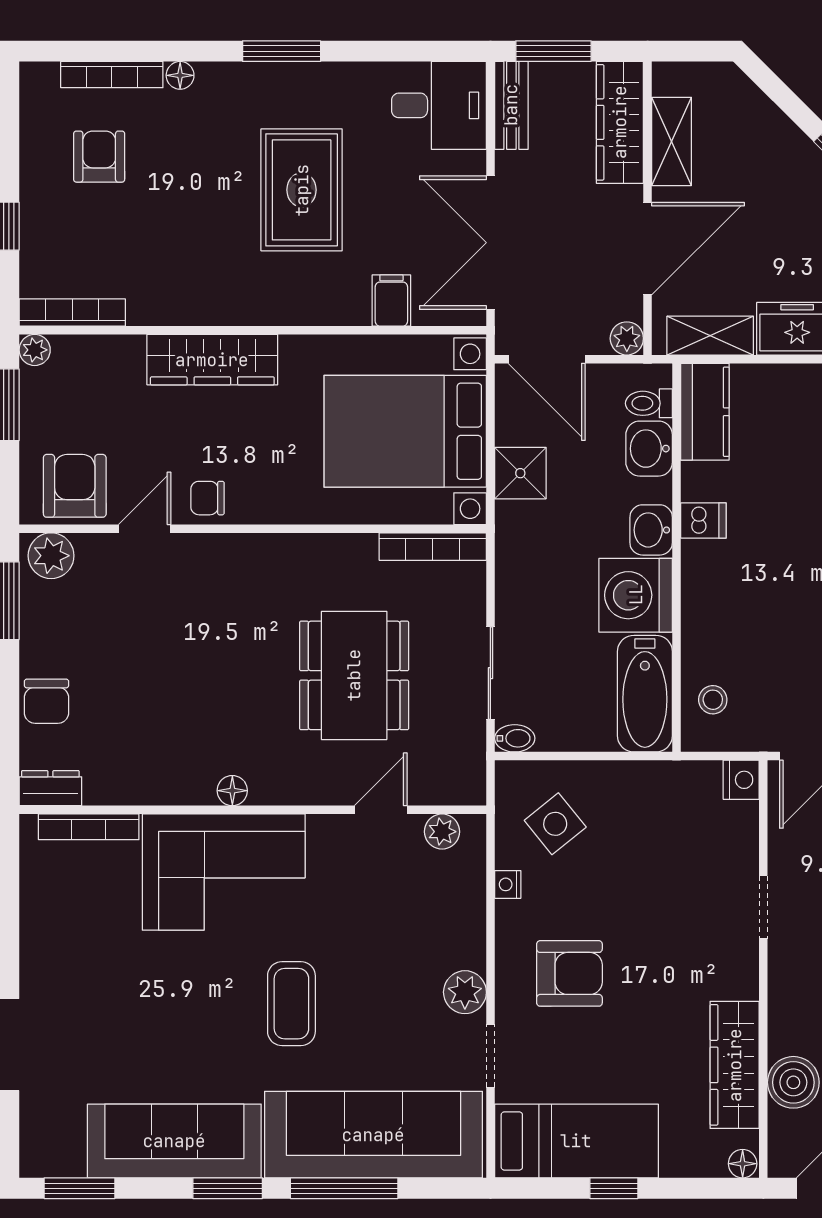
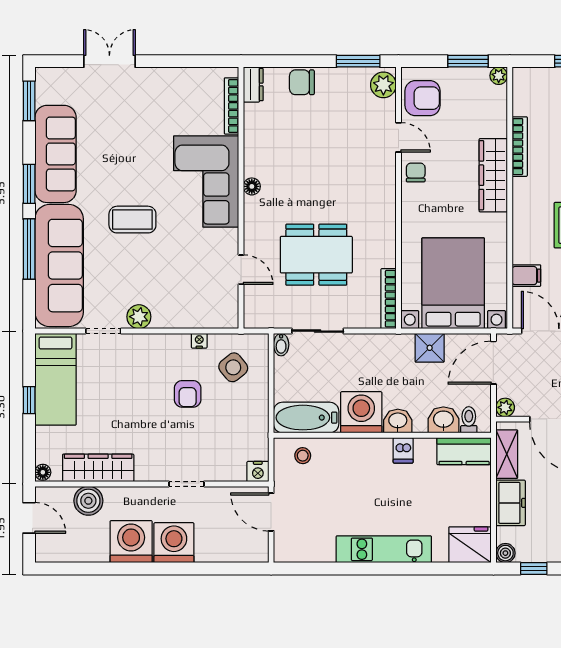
bookcase: (72, 312) -> (520, 147), moved
plant: (442, 832) -> (229, 304), removed
armchair: (569, 973) -> (188, 394), moved, width x0.72, depth x0.72

